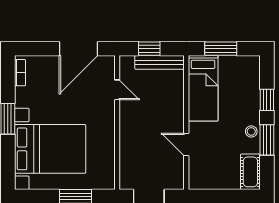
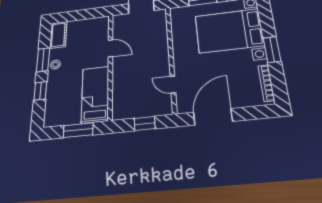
bench: (160, 62) -> (135, 112), removed
bookcase: (20, 73) -> (266, 83), width x1.56

